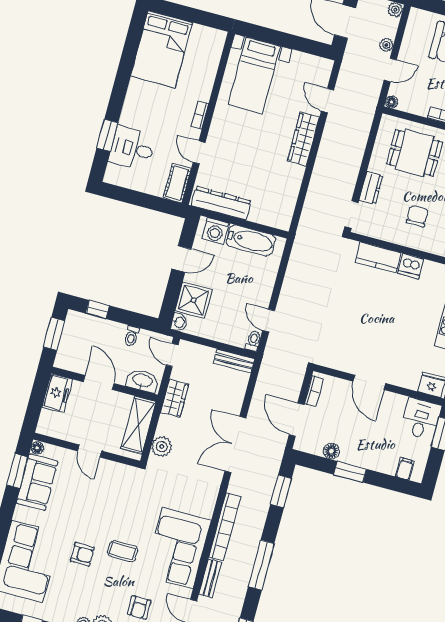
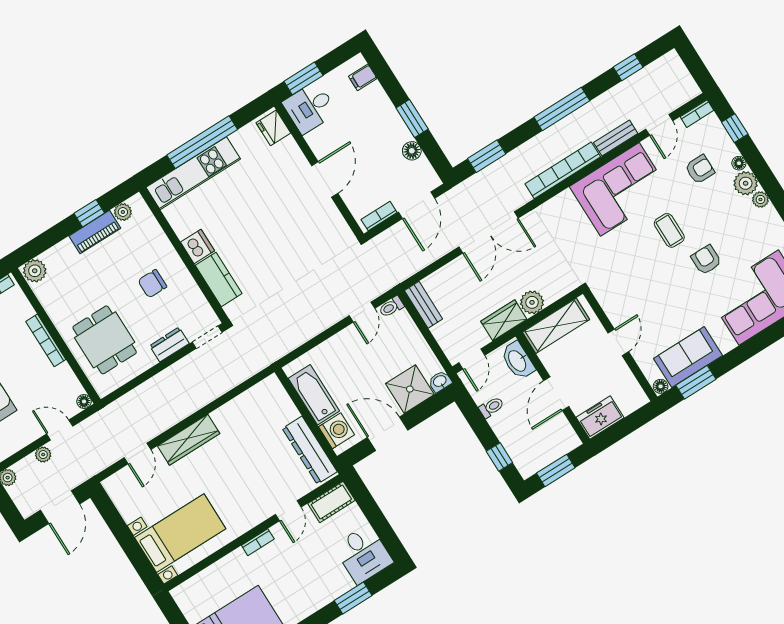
desk: (132, 149) -> (363, 554), moved
door: (181, 259) -> (388, 434), width x1.37
plant: (162, 447) -> (532, 302), moved

